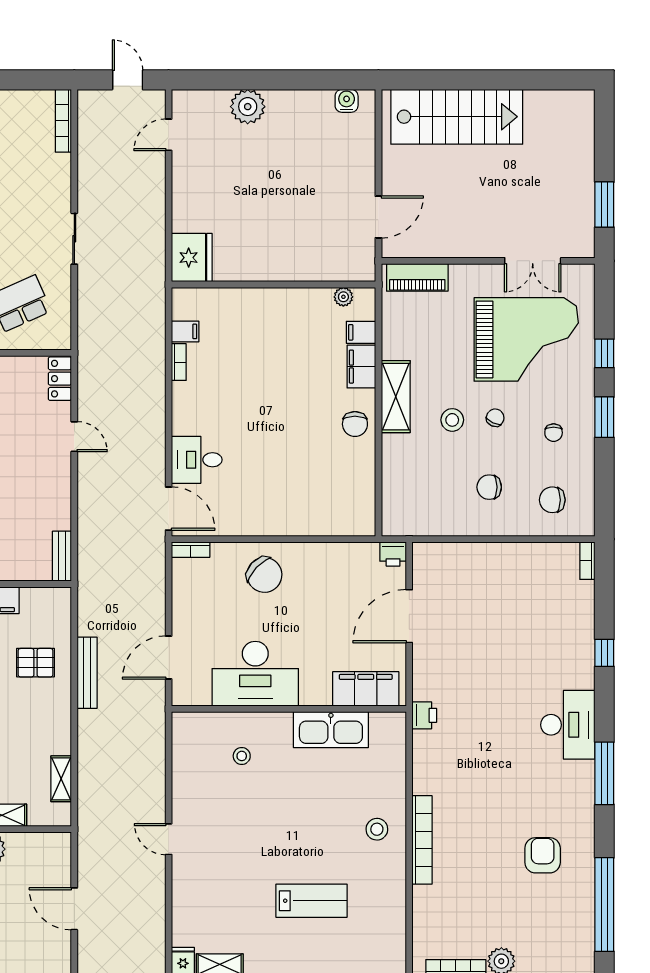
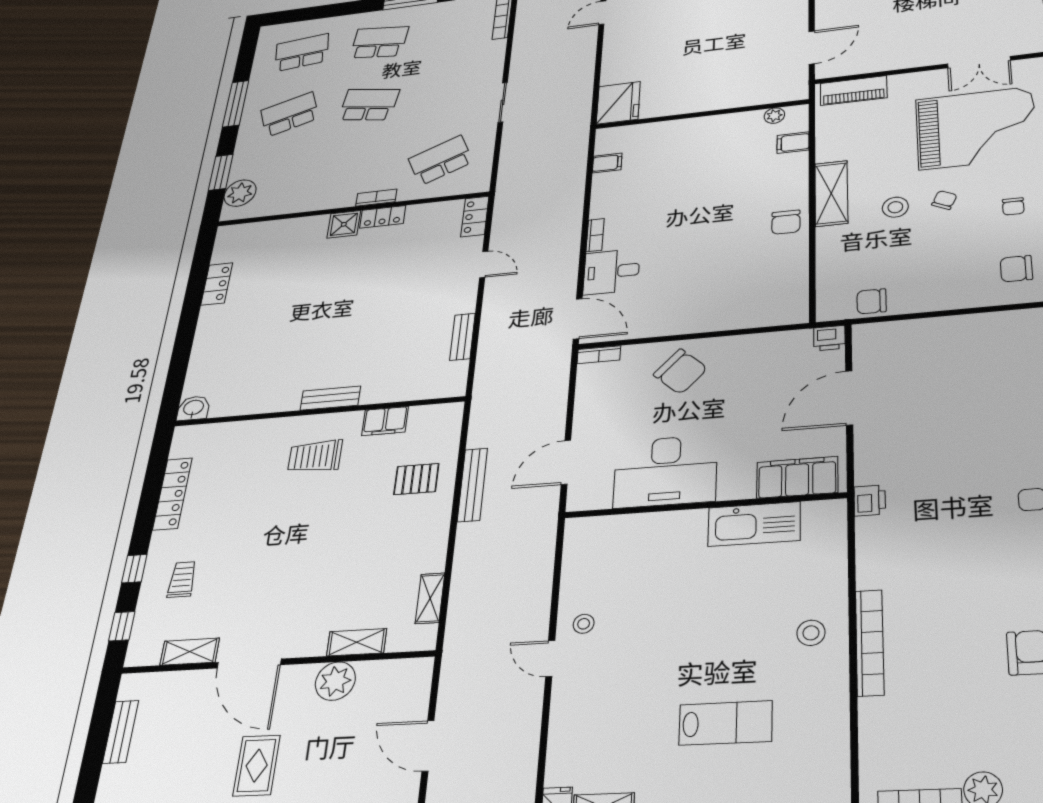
bookcase: (179, 362) -> (595, 235), moved
filing cabinet: (361, 367) -> (793, 171), removed
chair: (489, 487) -> (872, 301), moved
bench: (62, 556) -> (462, 337), moved
stool: (242, 756) -> (584, 624), moved

